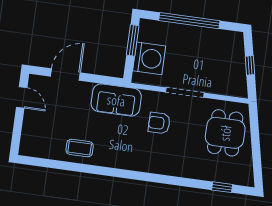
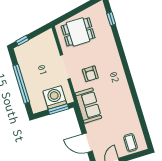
window: (133, 40) -> (58, 109), moved
window: (250, 65) -> (22, 41), moved
coffee table: (80, 148) -> (131, 143), moved

